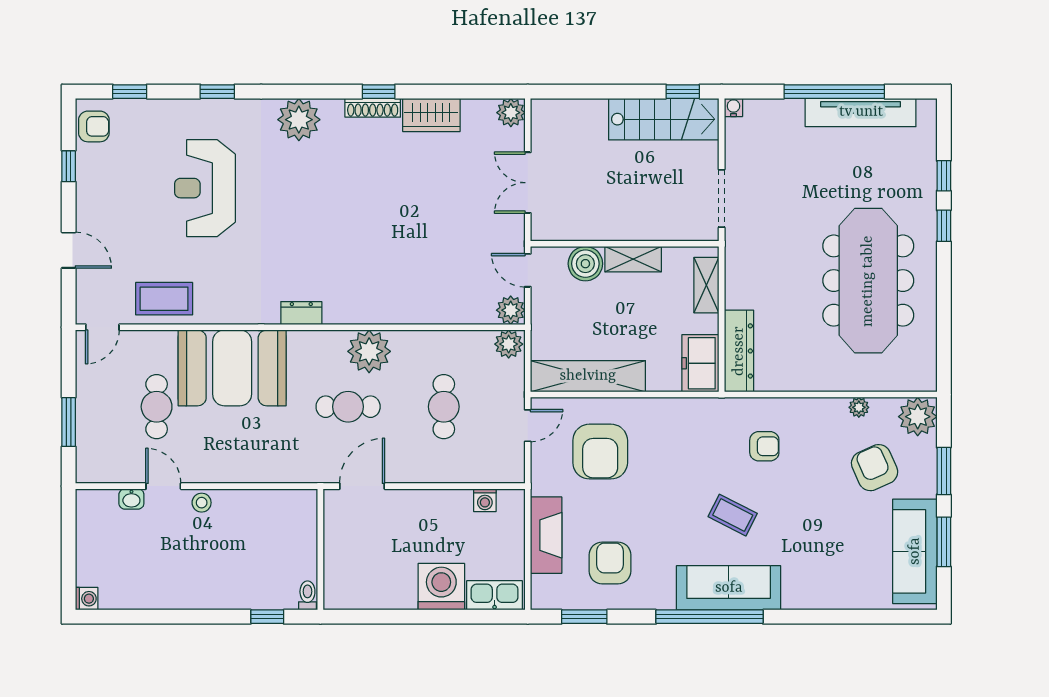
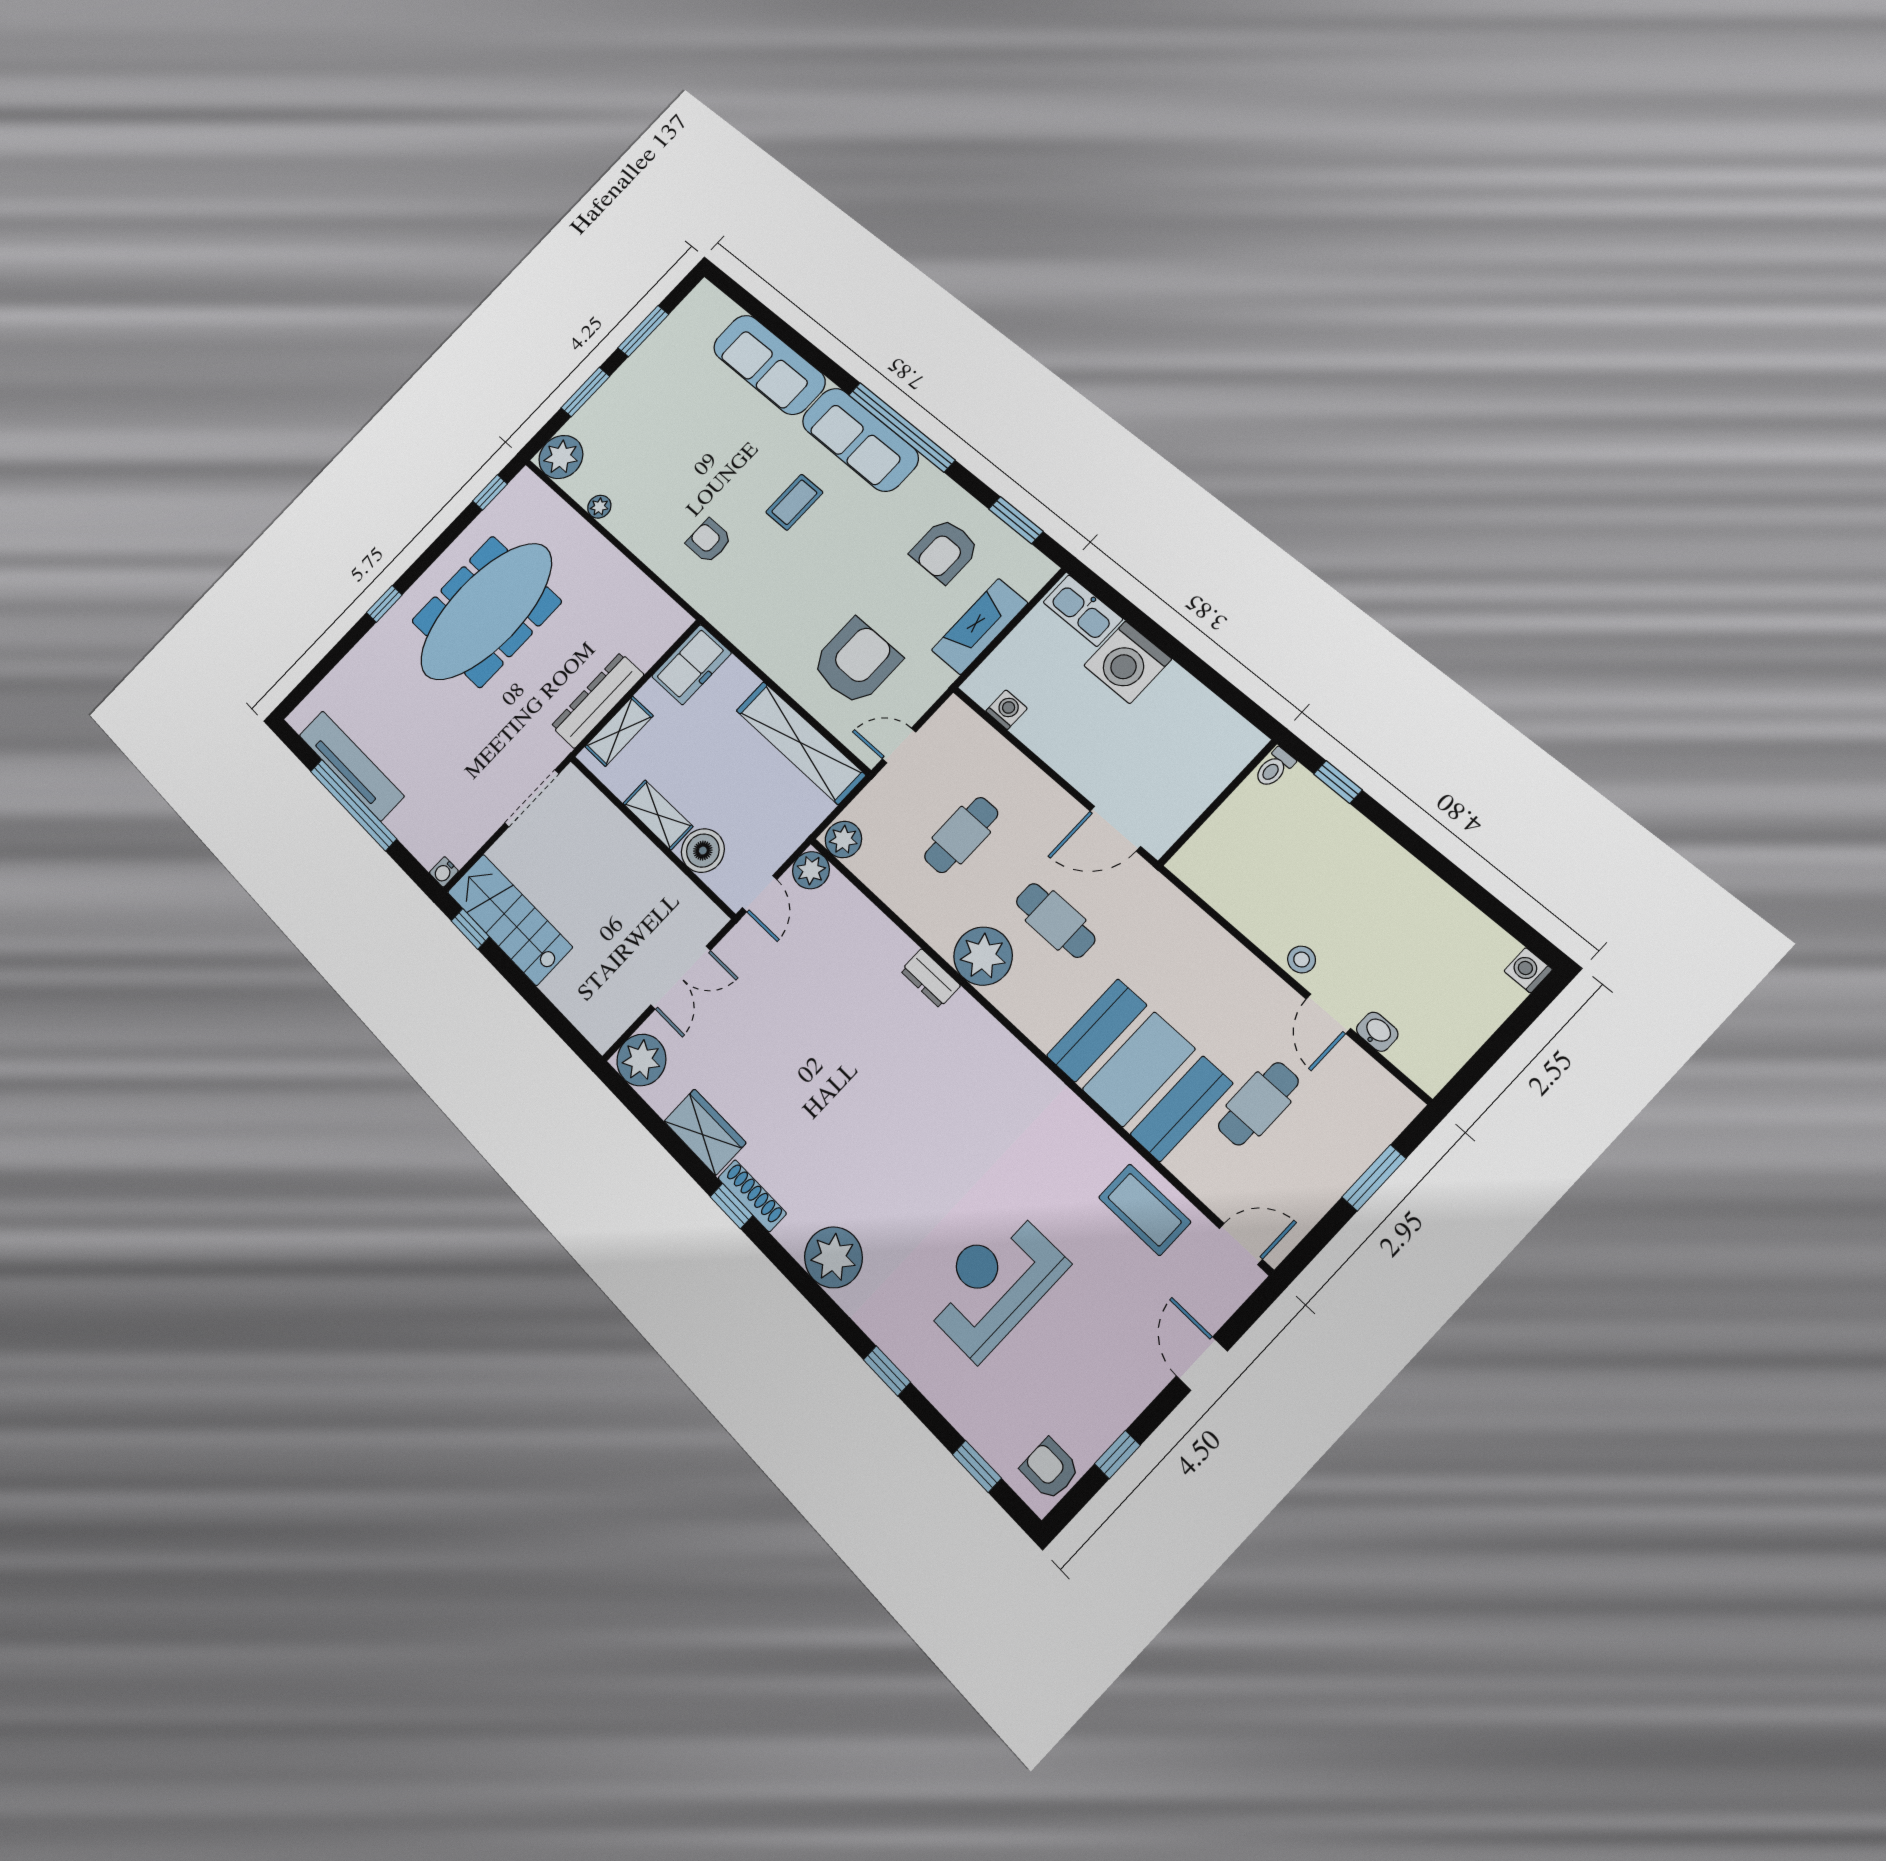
plant: (511, 113) -> (641, 1060), width x1.36, depth x1.36
window: (944, 176) -> (490, 492), moved
reception desk: (205, 188) -> (993, 1283), turned 180
dresser: (301, 313) -> (930, 978), moved
dresser: (739, 351) -> (597, 700), moved
armchair: (875, 468) -> (637, 443), removed
coffee table: (733, 515) -> (794, 502), turned 63
sofa: (915, 551) -> (769, 365), moved, turned 90

